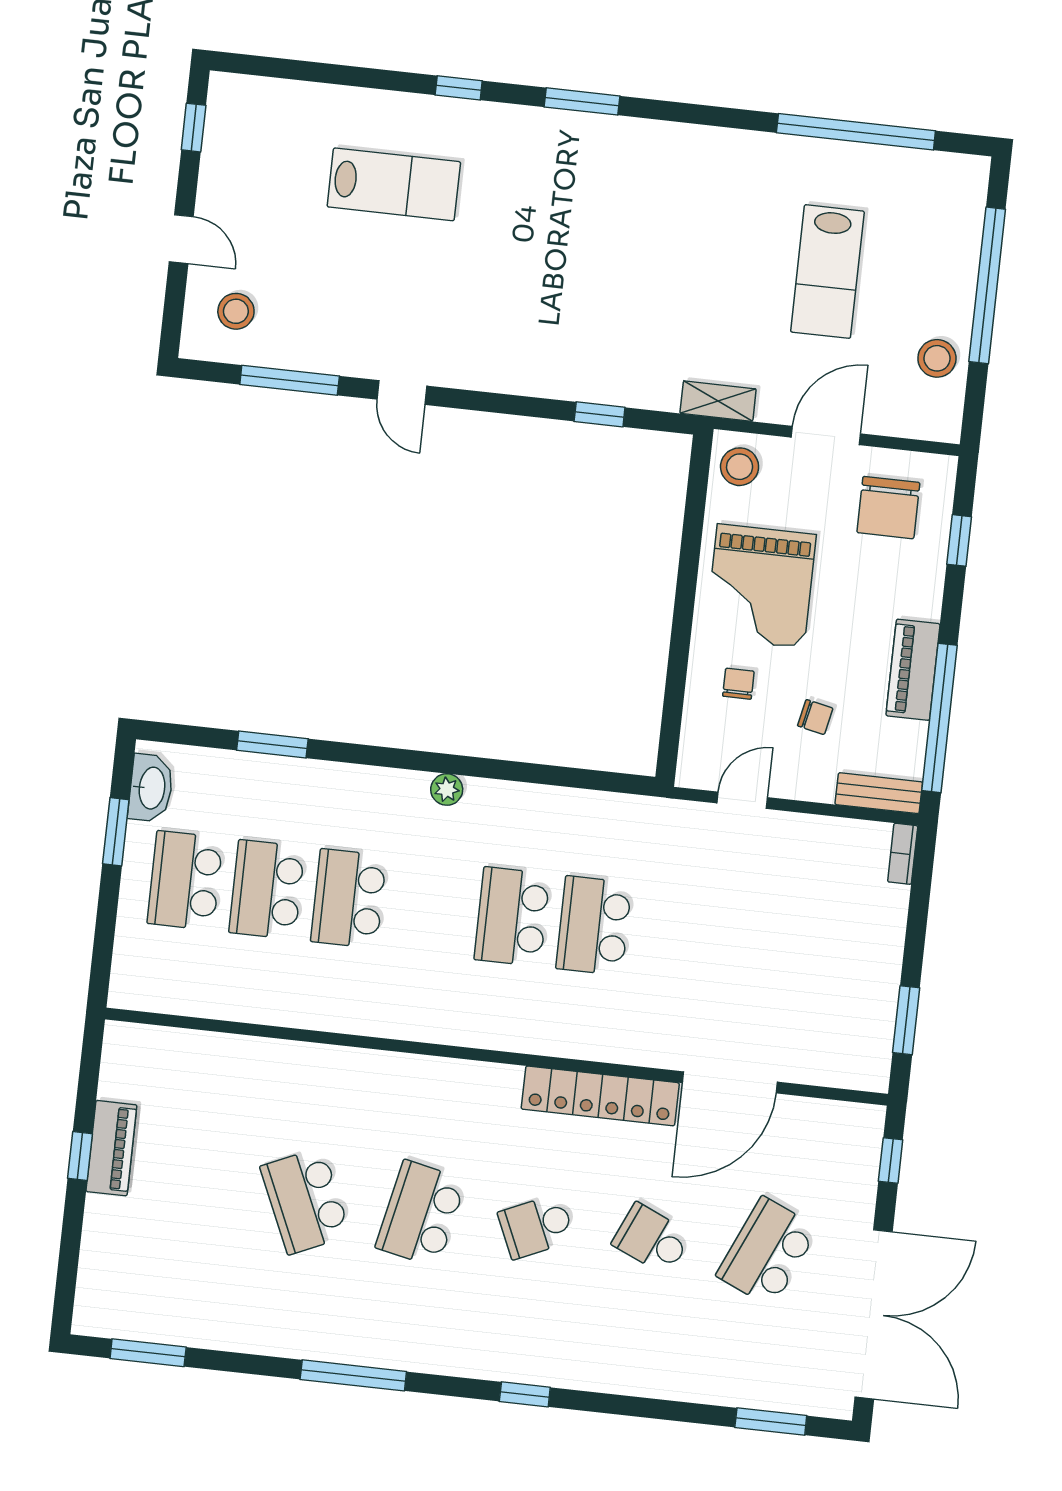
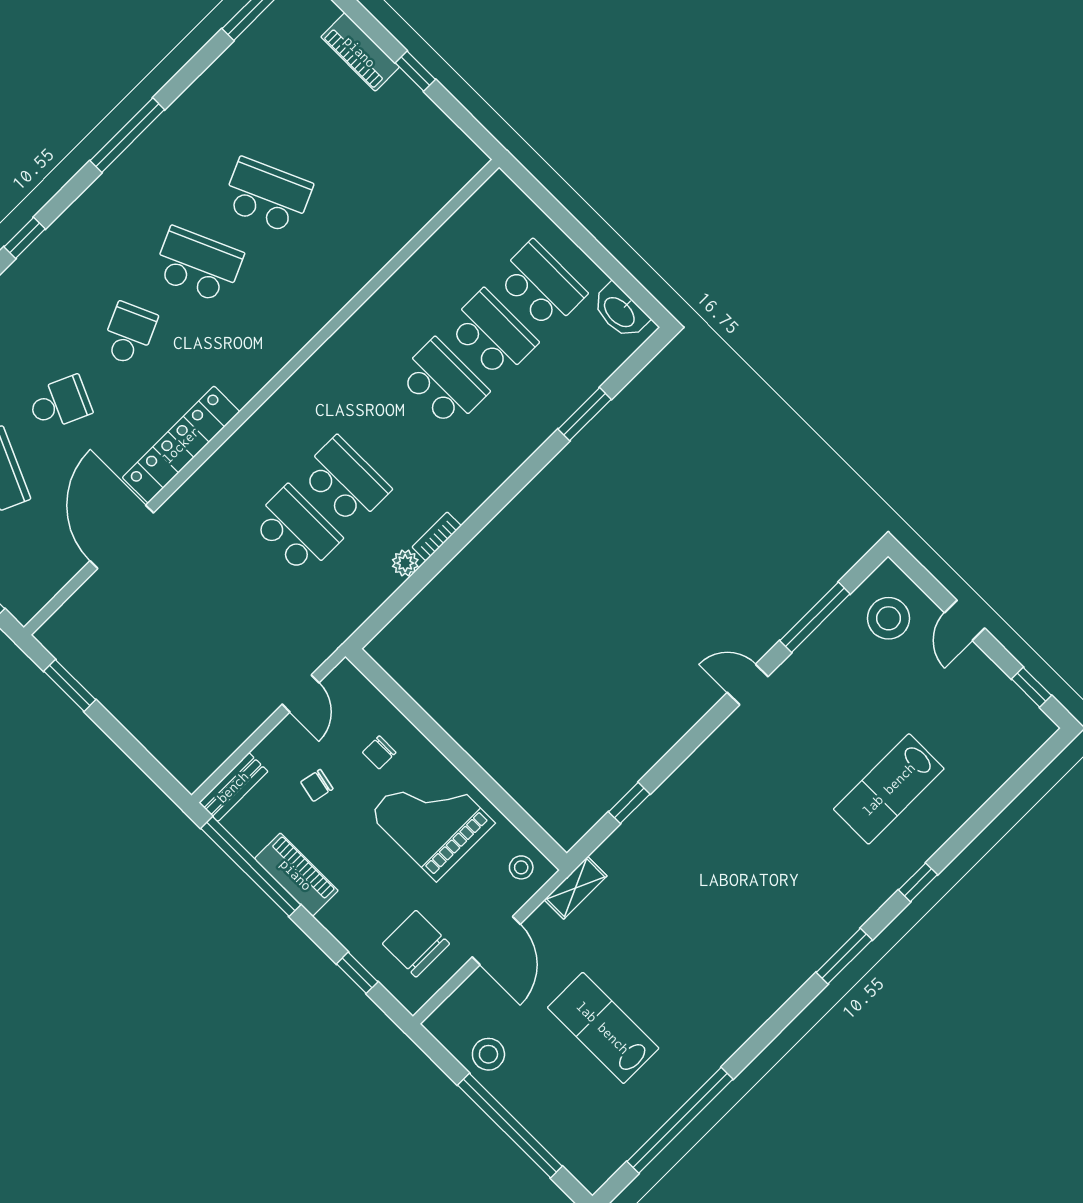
door: (181, 239) -> (965, 620), hinge flipped
stool: (236, 311) -> (888, 618), width x1.38, depth x1.38
stool: (740, 467) -> (521, 867), width x0.73, depth x0.73
chair: (738, 684) -> (379, 752), turned 90
plant: (447, 789) -> (405, 563), moved
window: (116, 832) -> (610, 265), removed
bookcase: (903, 854) -> (437, 536), moved, turned -90
piano: (111, 1148) -> (360, 52), moved
school desk: (421, 1214) -> (198, 265), turned -36

